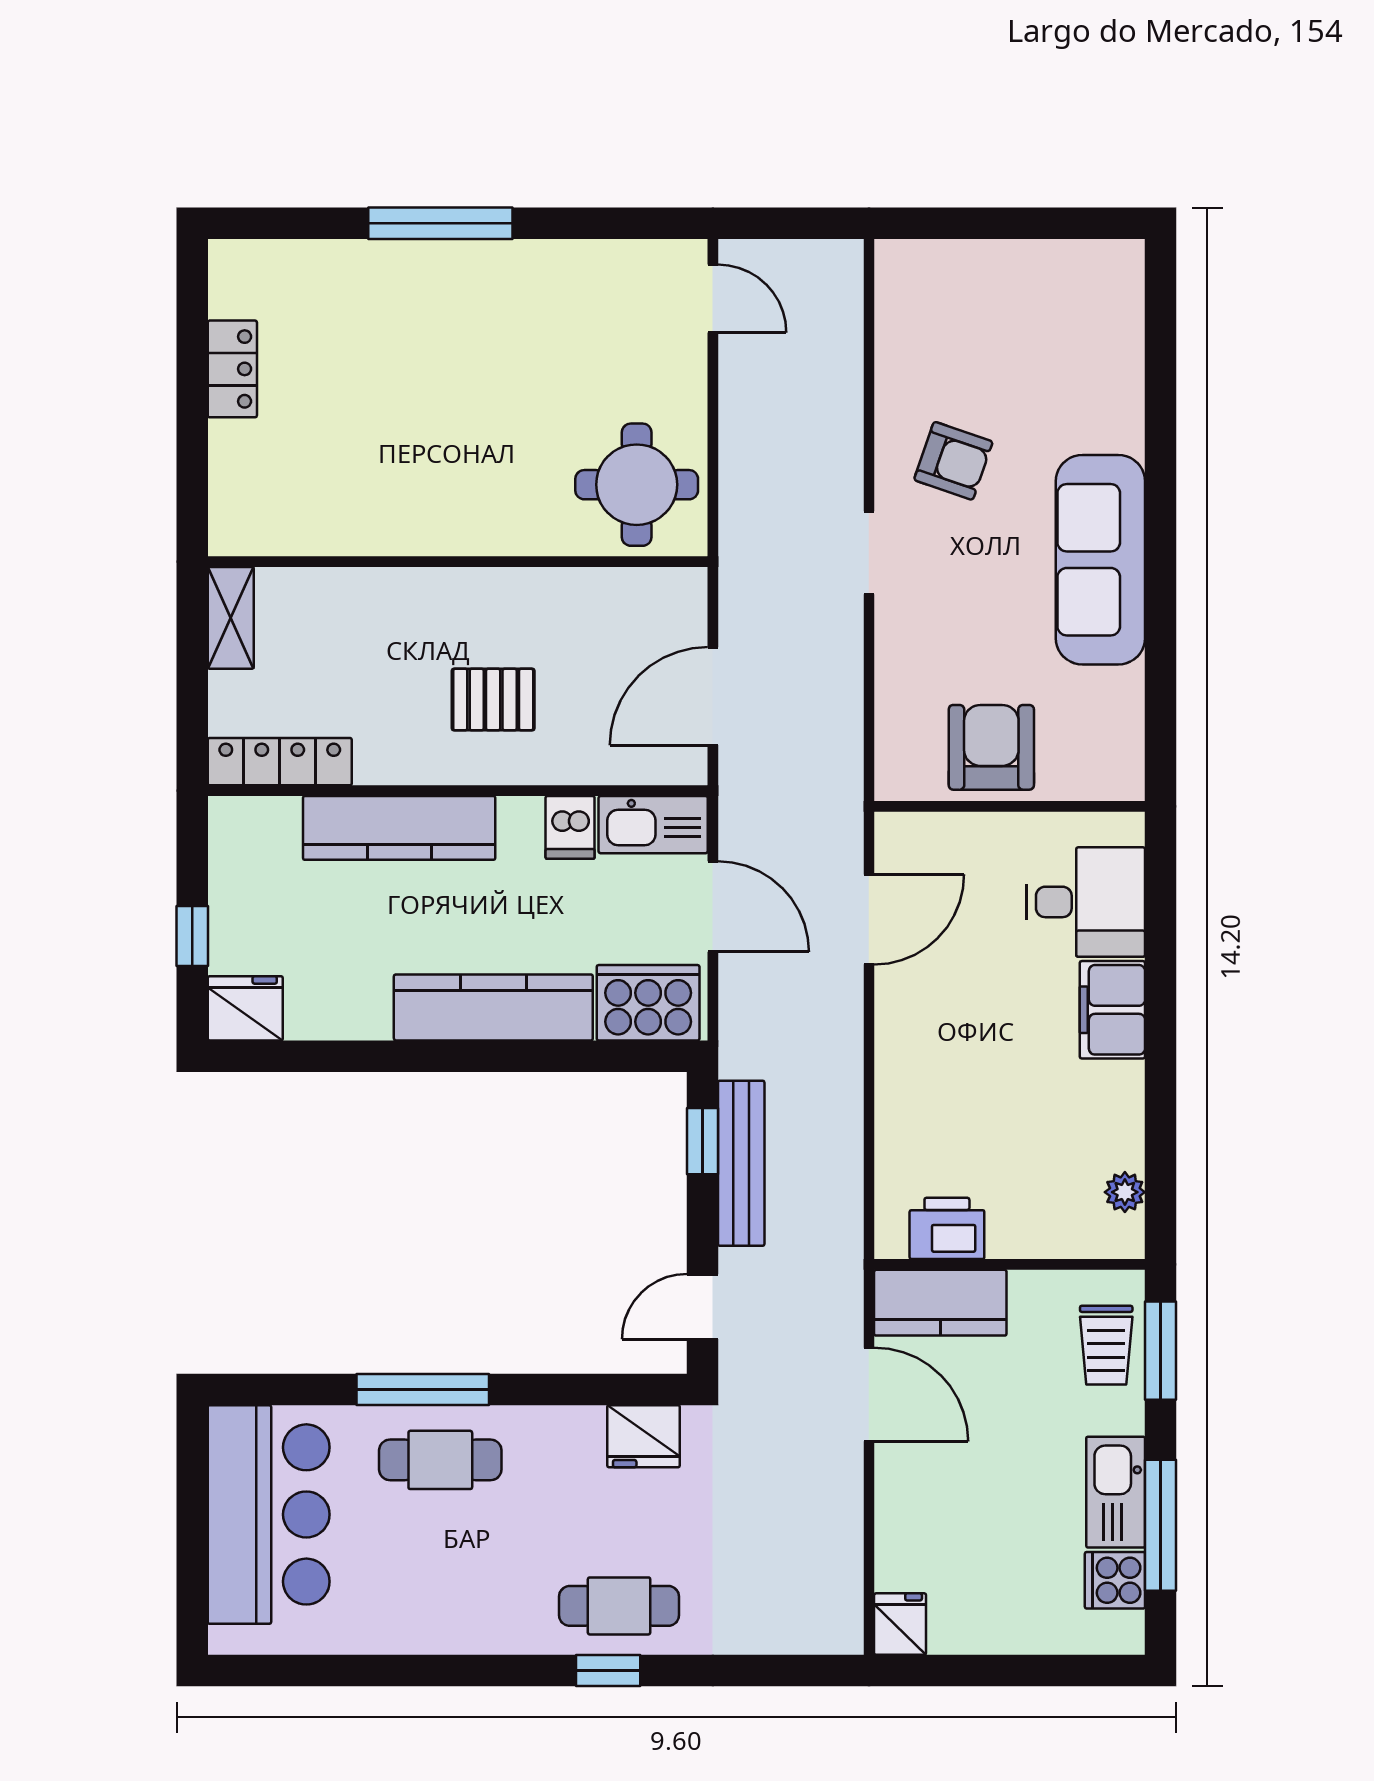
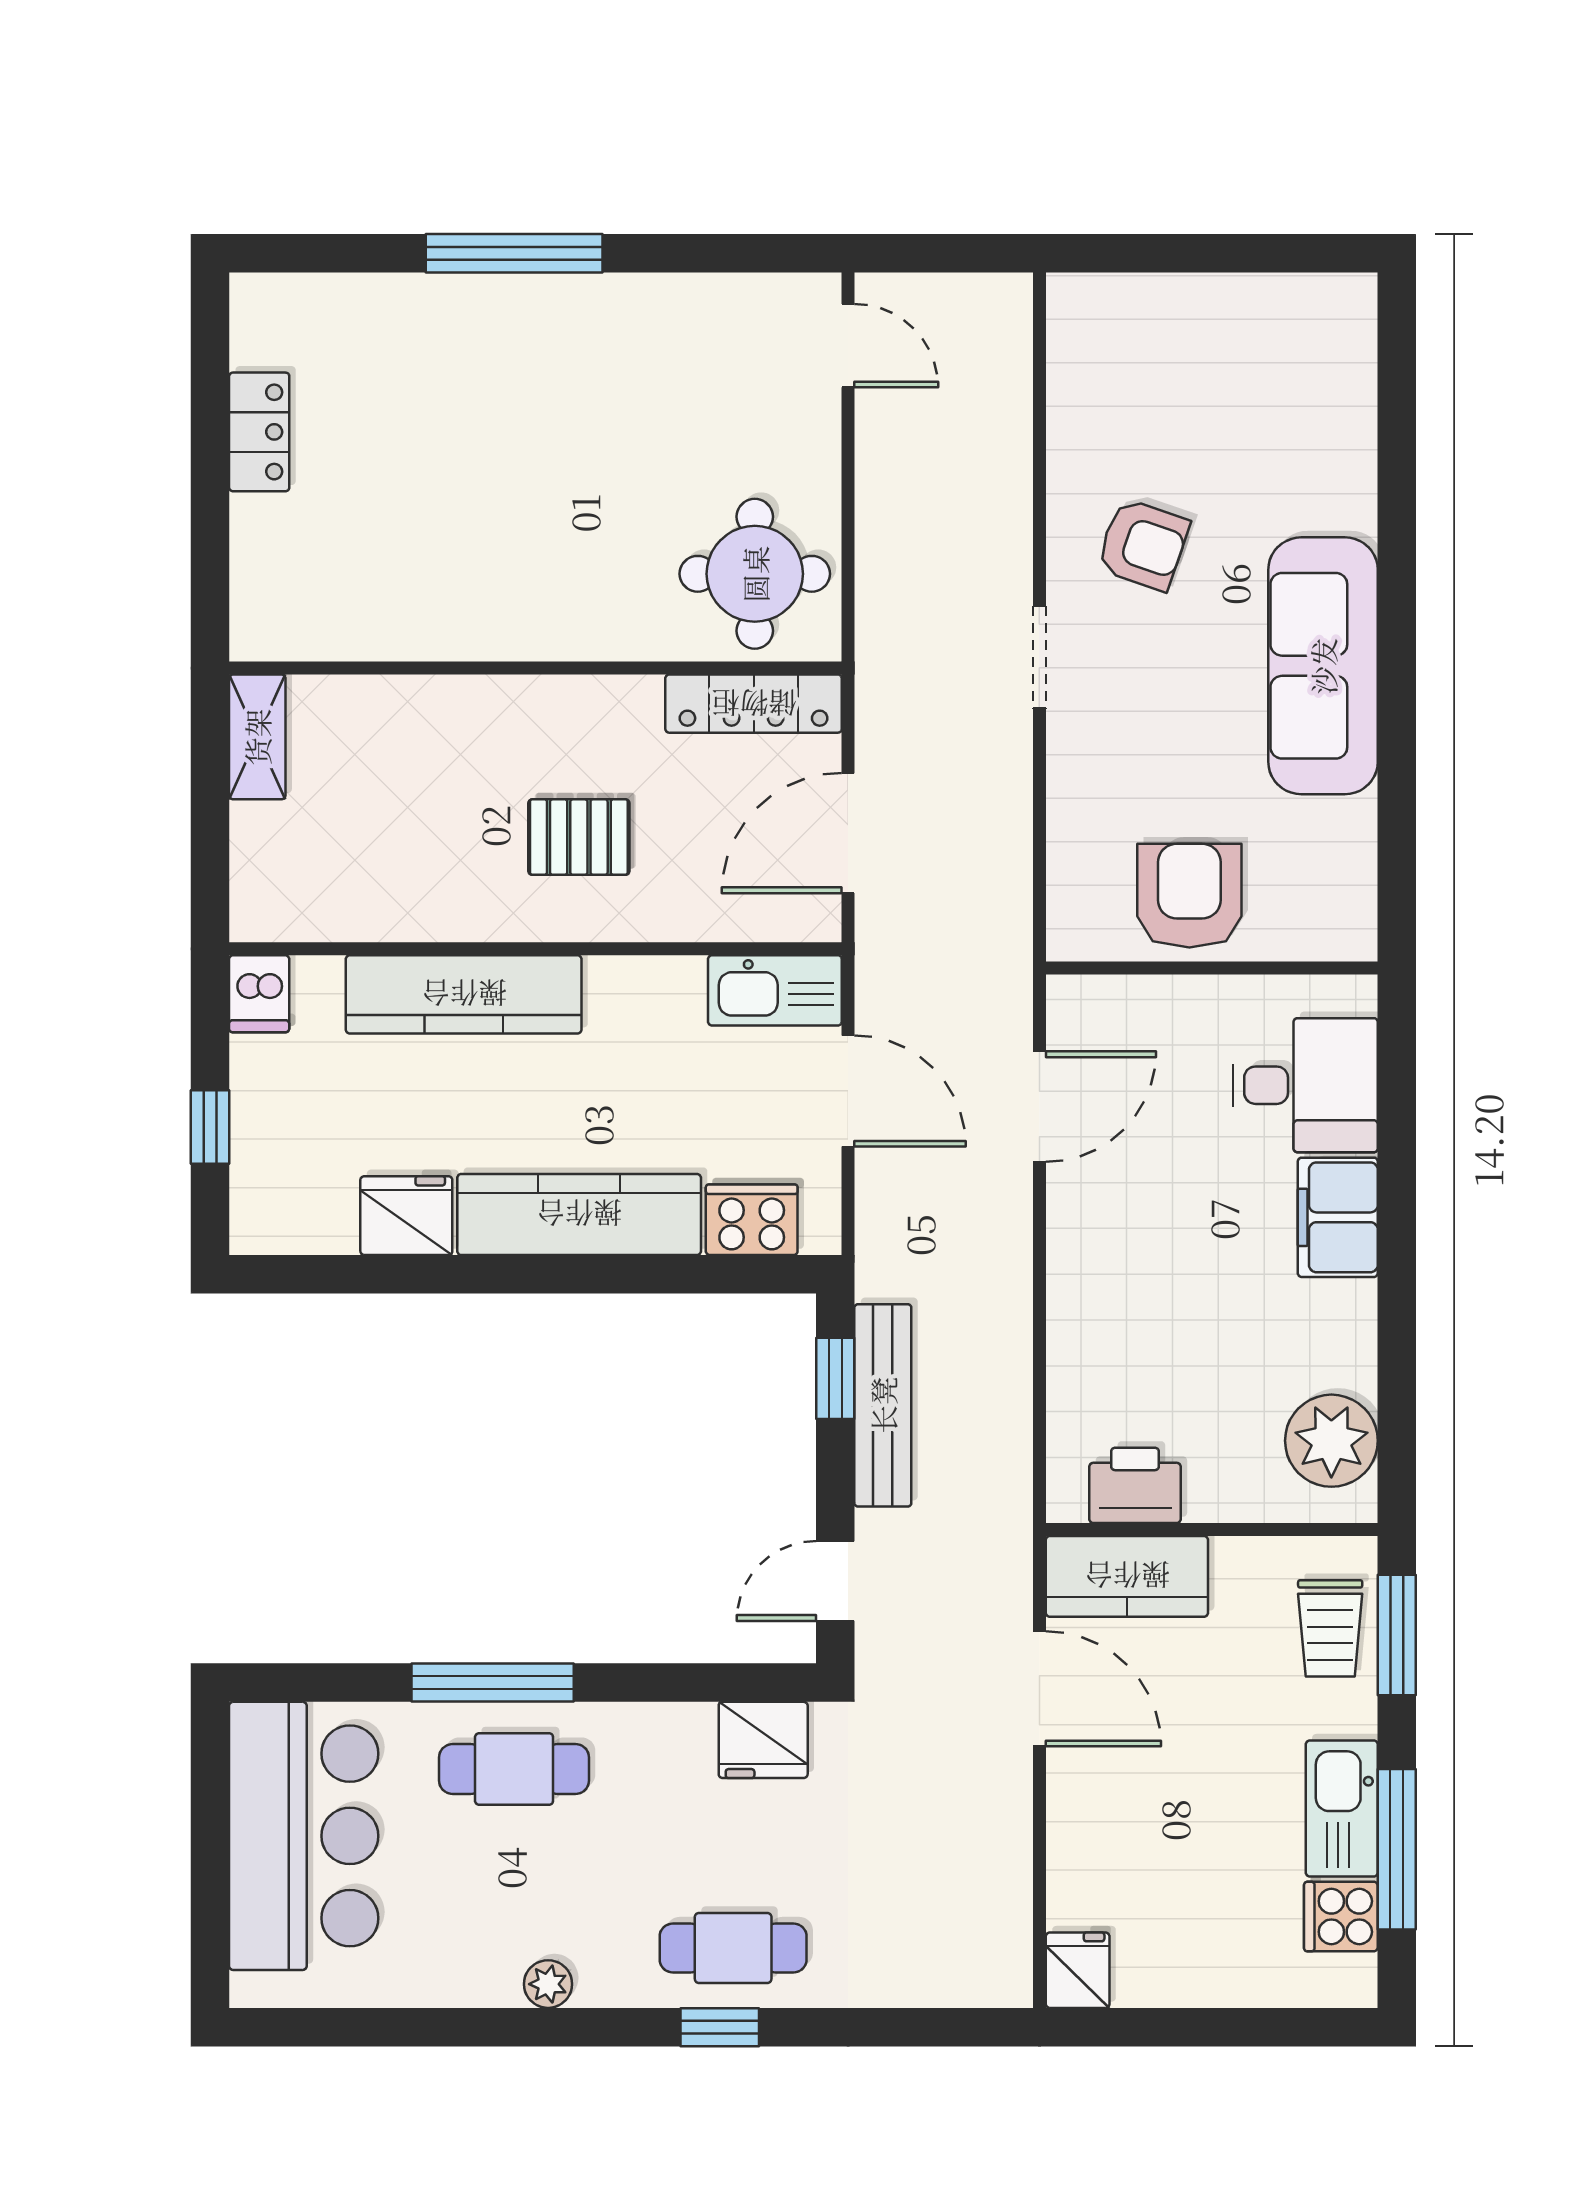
locker: (280, 762) -> (754, 704), moved, turned 180
dishwasher: (570, 827) -> (259, 994), moved
cooker: (648, 1003) -> (752, 1220), width x0.73, depth x0.76
fridge: (245, 1008) -> (406, 1216), moved
plant: (1125, 1192) -> (1331, 1441), width x1.87, depth x1.87
plant: (468, 1635) -> (548, 1984), added

